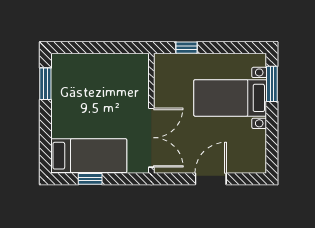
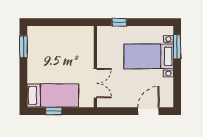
double door: (151, 138) -> (95, 83), width x0.73
door: (211, 179) -> (148, 111), moved

